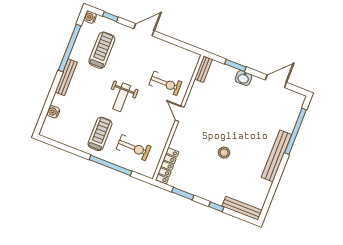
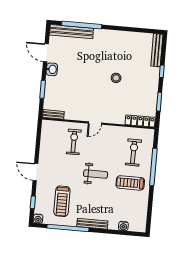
treadmill: (102, 50) -> (62, 201), turned -90
washbasin: (243, 78) -> (52, 69), moved
bench: (276, 156) -> (71, 32), moved

